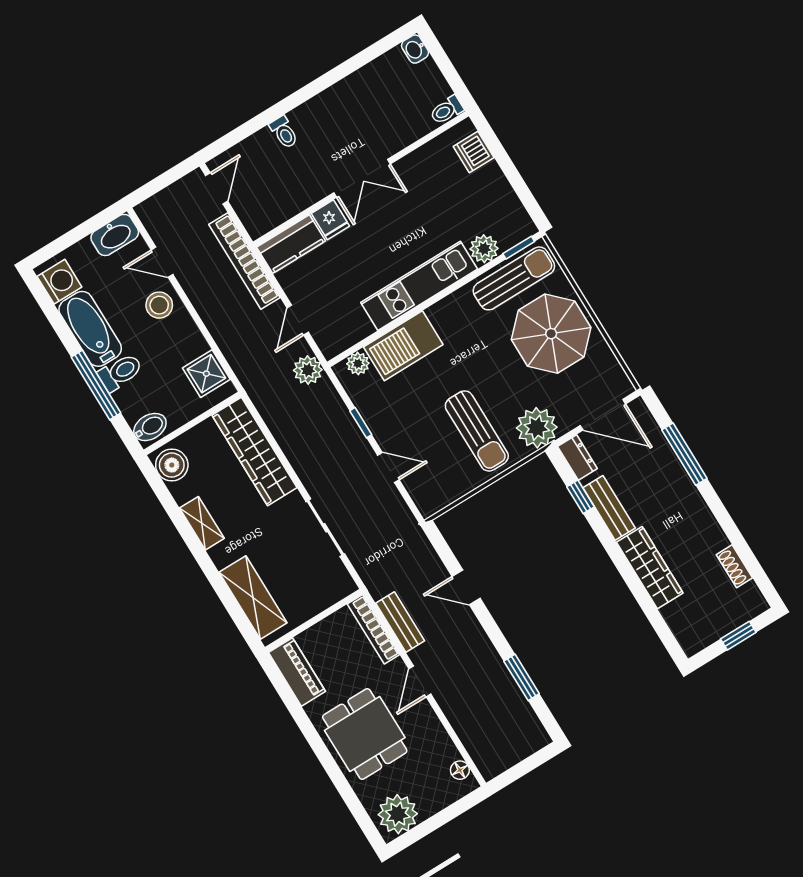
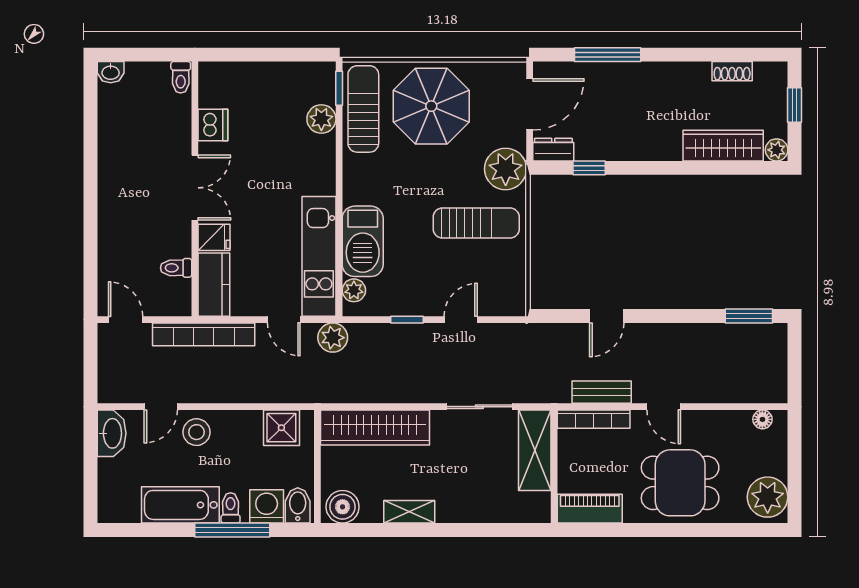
toilet: (284, 132) -> (176, 268), moved, turned 180
dishwasher: (474, 152) -> (213, 125), moved, turned -90
washing machine: (59, 282) -> (267, 506), moved
kitchen unit: (419, 286) -> (319, 256), moved
toilet: (120, 372) -> (231, 508), width x0.73, depth x0.72
bench: (609, 508) -> (614, 149), removed
wardrobe: (650, 568) -> (723, 146), moved
shelving: (253, 598) -> (535, 450), moved, turned 90
plant: (692, 644) -> (777, 150), added
window: (522, 677) -> (749, 316), moved

